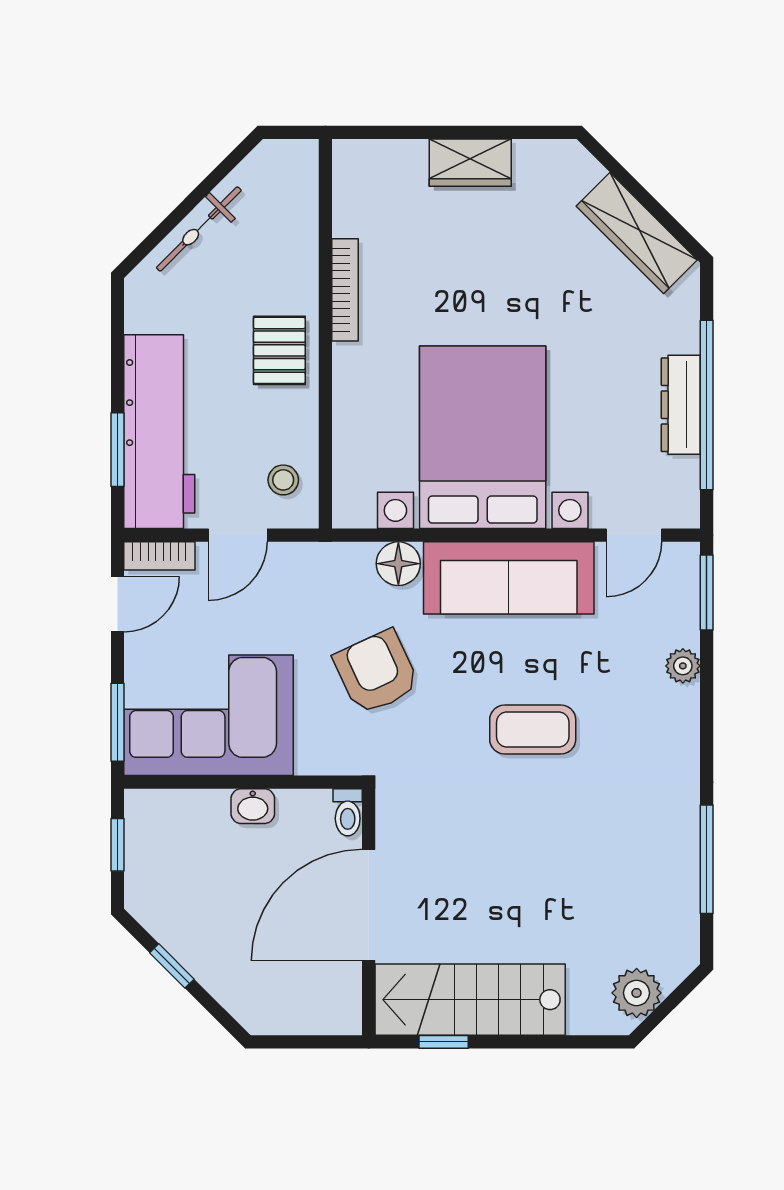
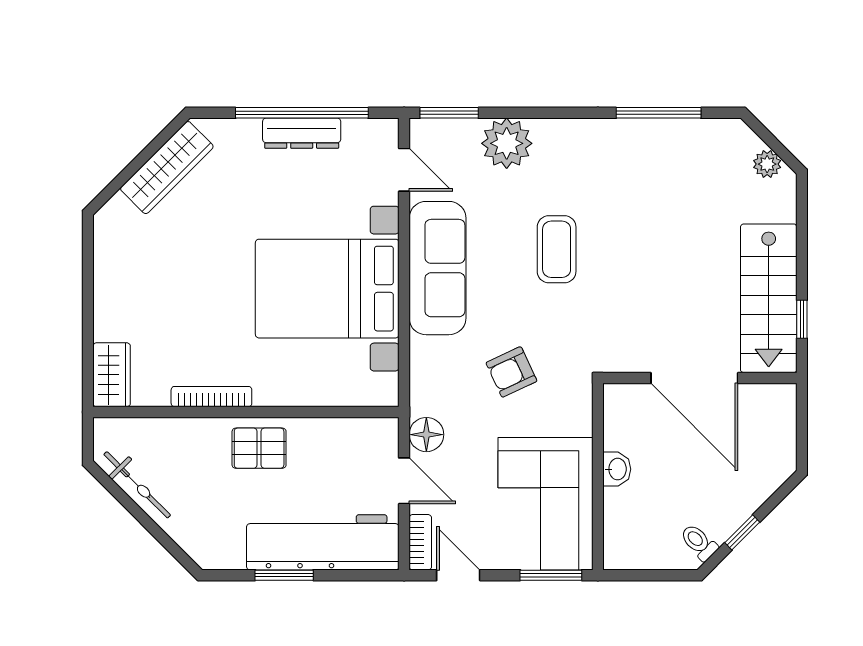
wardrobe: (470, 163) -> (112, 375), moved
bicycle: (199, 229) -> (137, 485), moved
window: (118, 450) -> (284, 575), moved
stool: (283, 480) -> (361, 445), removed
floor lamp: (398, 564) -> (426, 435), moved
plant: (683, 666) -> (507, 143), width x1.88, depth x1.88
armchair: (376, 672) -> (511, 372), width x0.72, depth x0.72
toilet: (348, 812) -> (699, 542), moved, turned -135
window: (118, 845) -> (647, 575), removed
plant: (637, 993) -> (767, 164), width x0.73, depth x0.73

